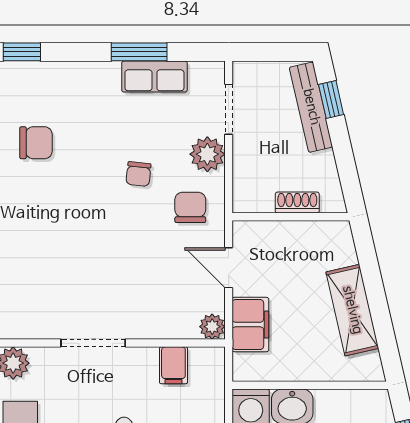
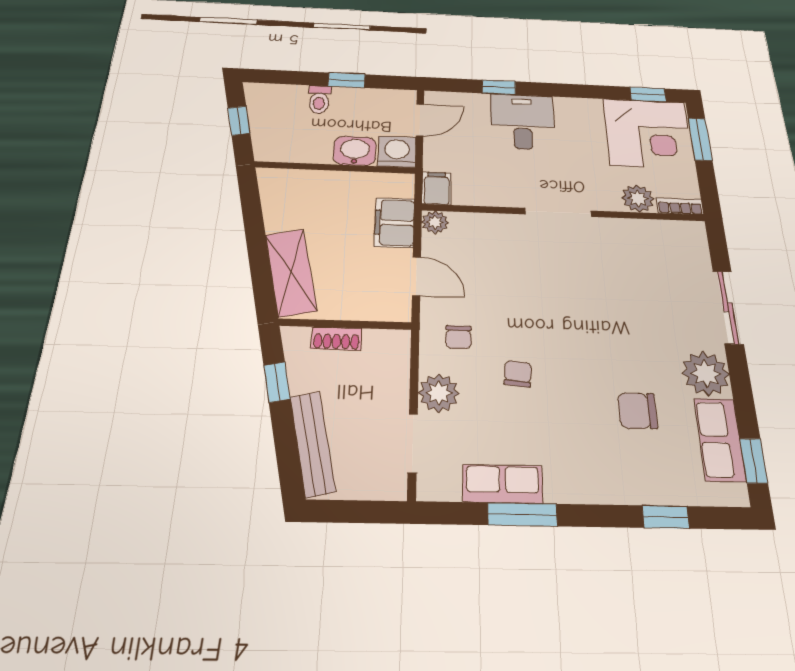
window: (331, 99) -> (277, 382), moved
chair: (190, 207) -> (458, 337), width x0.73, depth x0.73
shelving: (352, 310) -> (291, 272), moved
filing cabinet: (173, 365) -> (437, 188), moved

